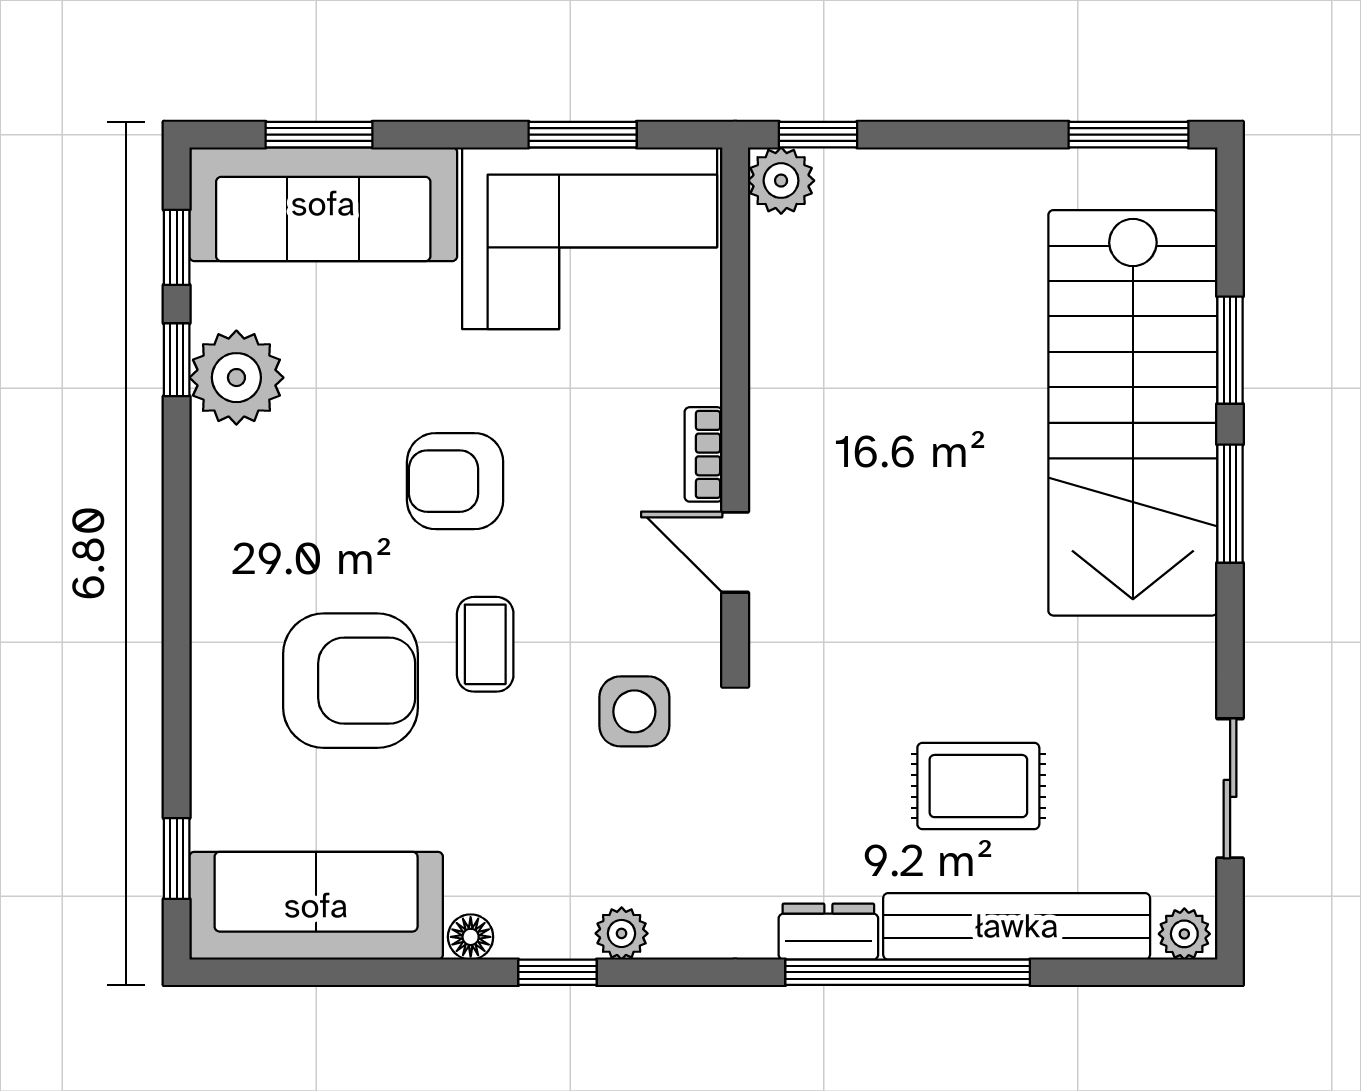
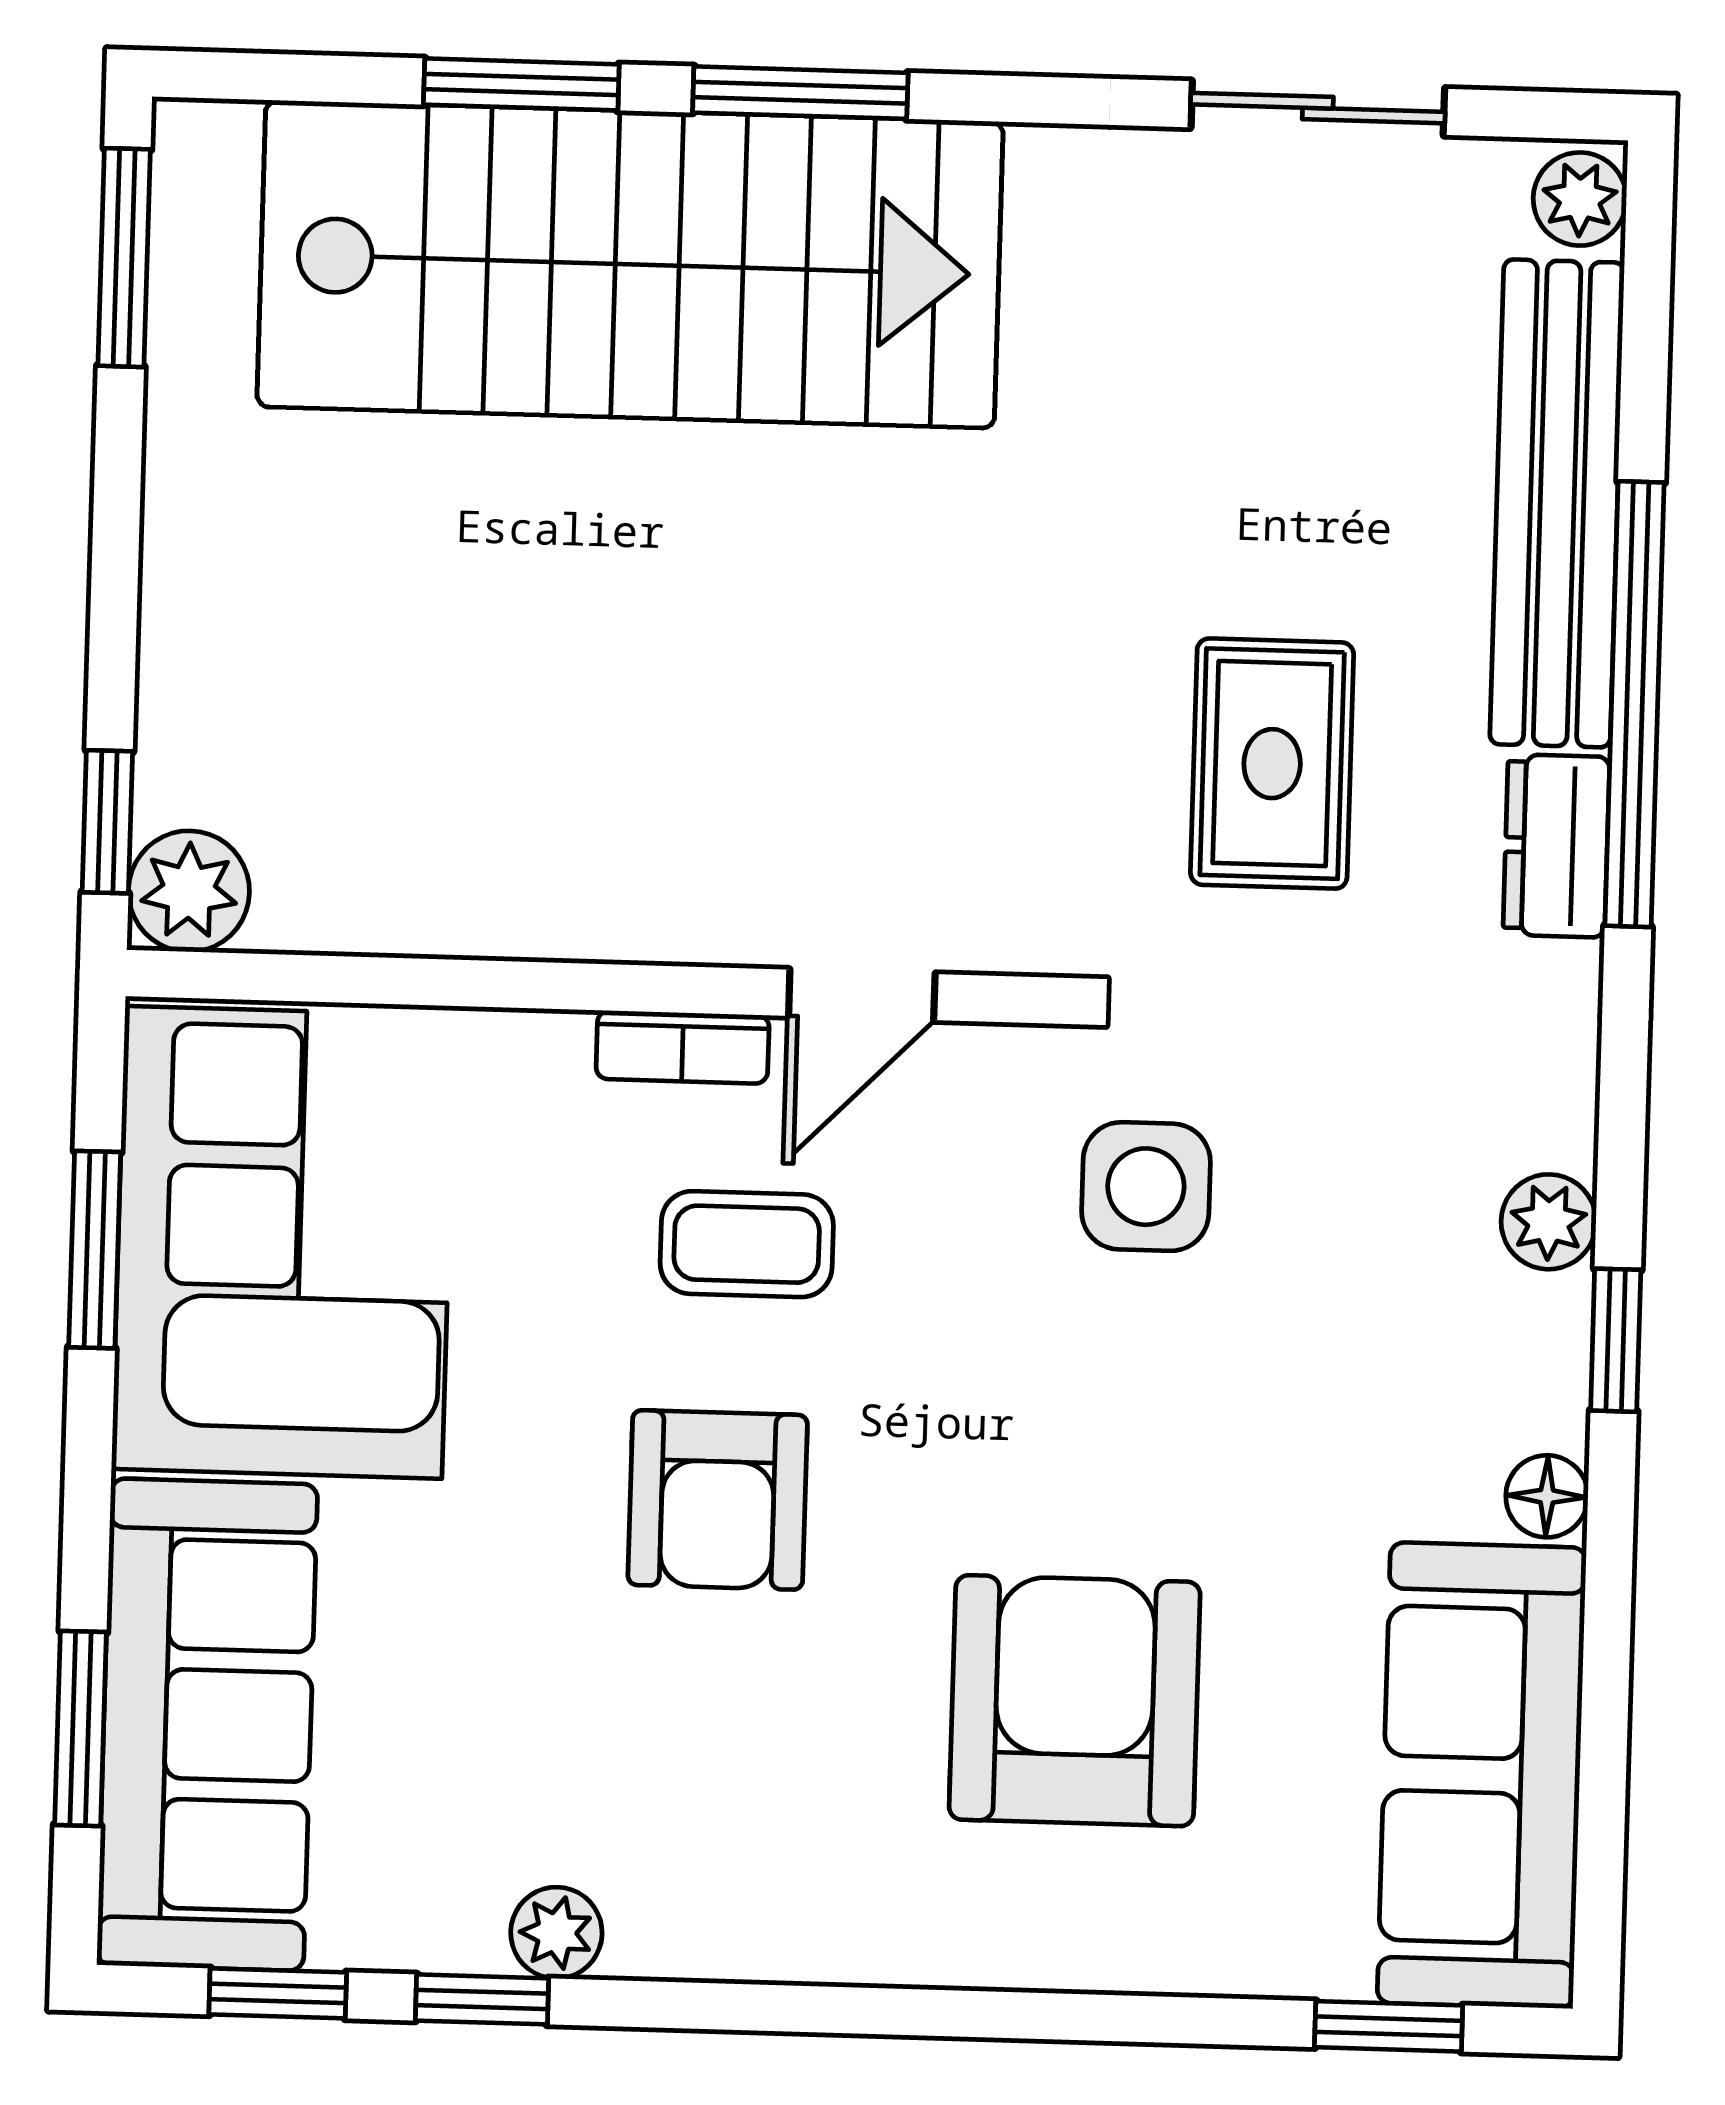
plant: (236, 378) -> (556, 1933), width x0.53, depth x0.53
coffee table: (485, 644) -> (747, 1244), moved
rug: (978, 786) -> (1272, 764), moved

